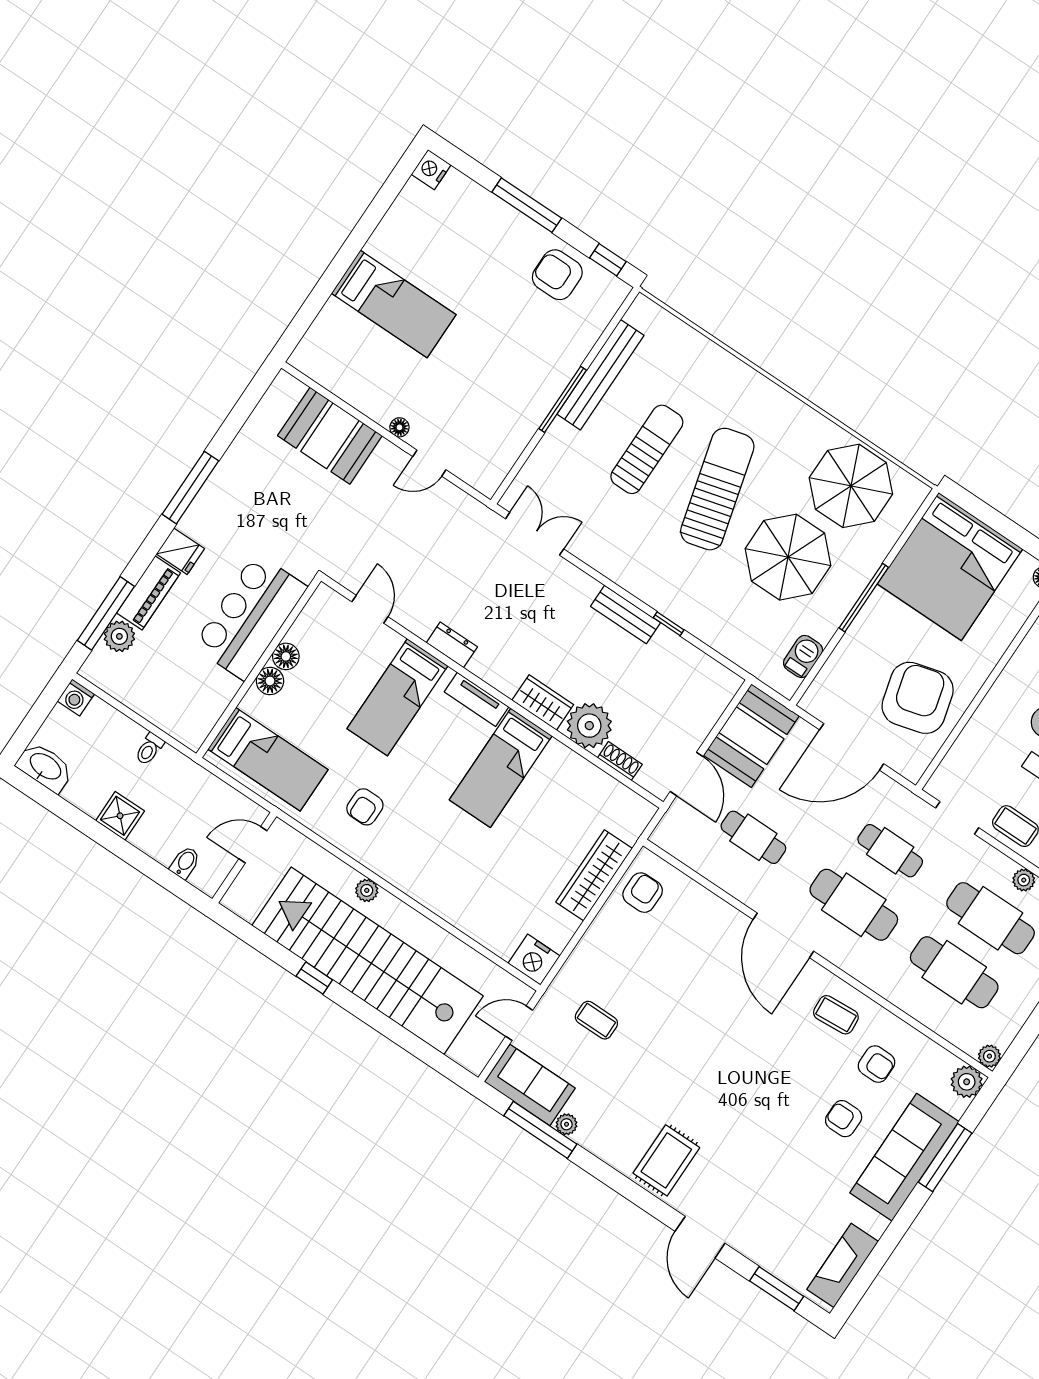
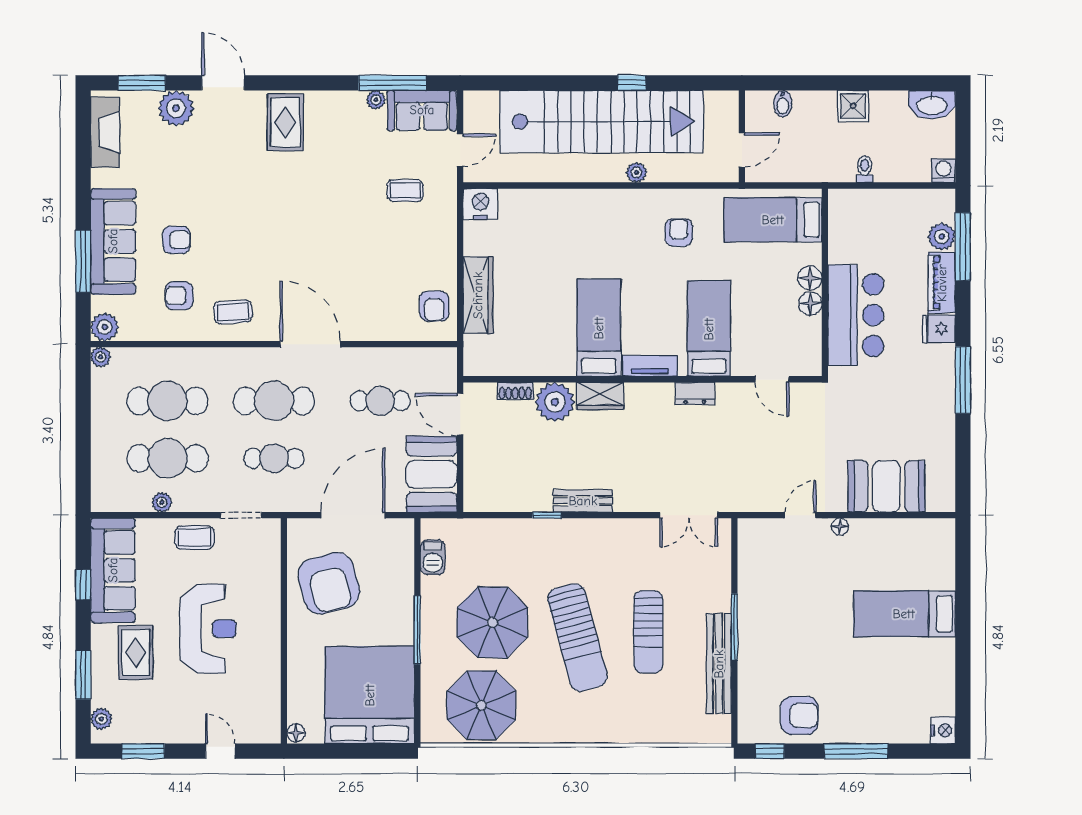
plant: (761, 1243) -> (176, 108), added

